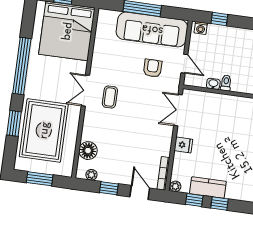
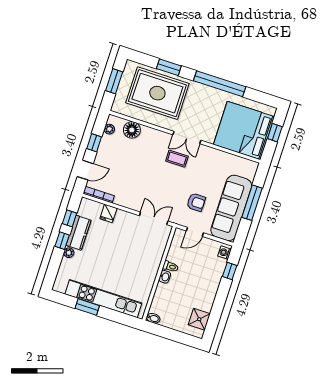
washbasin: (213, 84) -> (165, 277), moved
double door: (85, 91) -> (187, 138), swing flipped
fridge: (183, 145) -> (108, 213), moved
plant: (175, 186) -> (69, 253), moved

